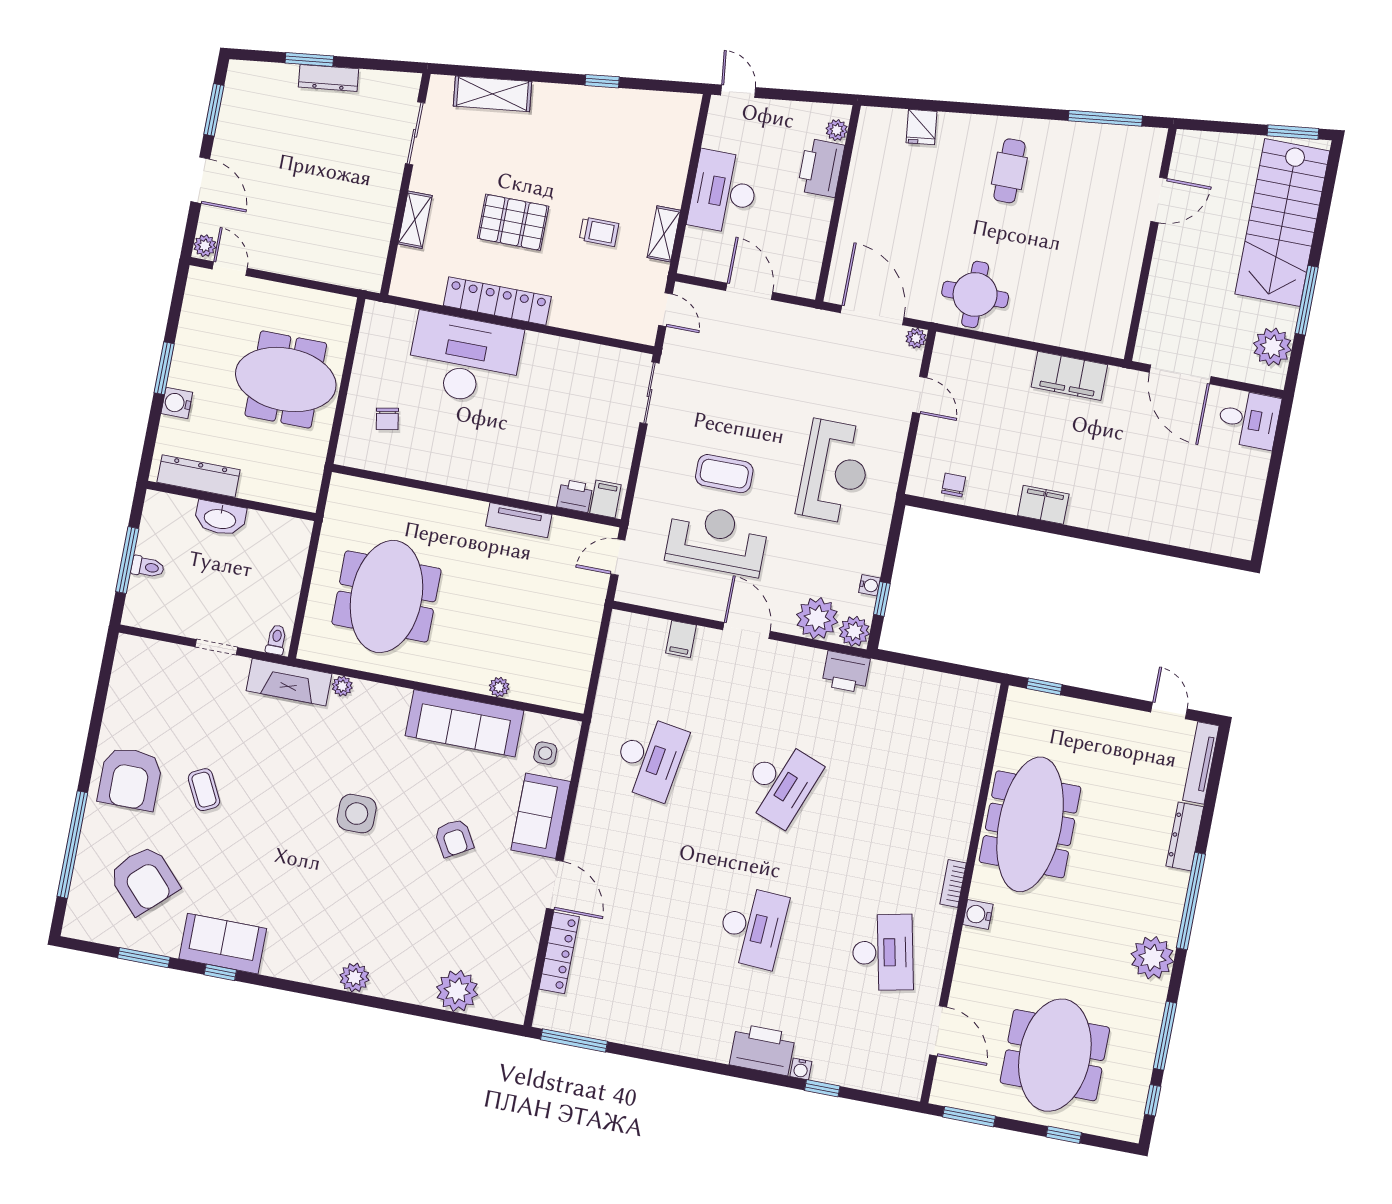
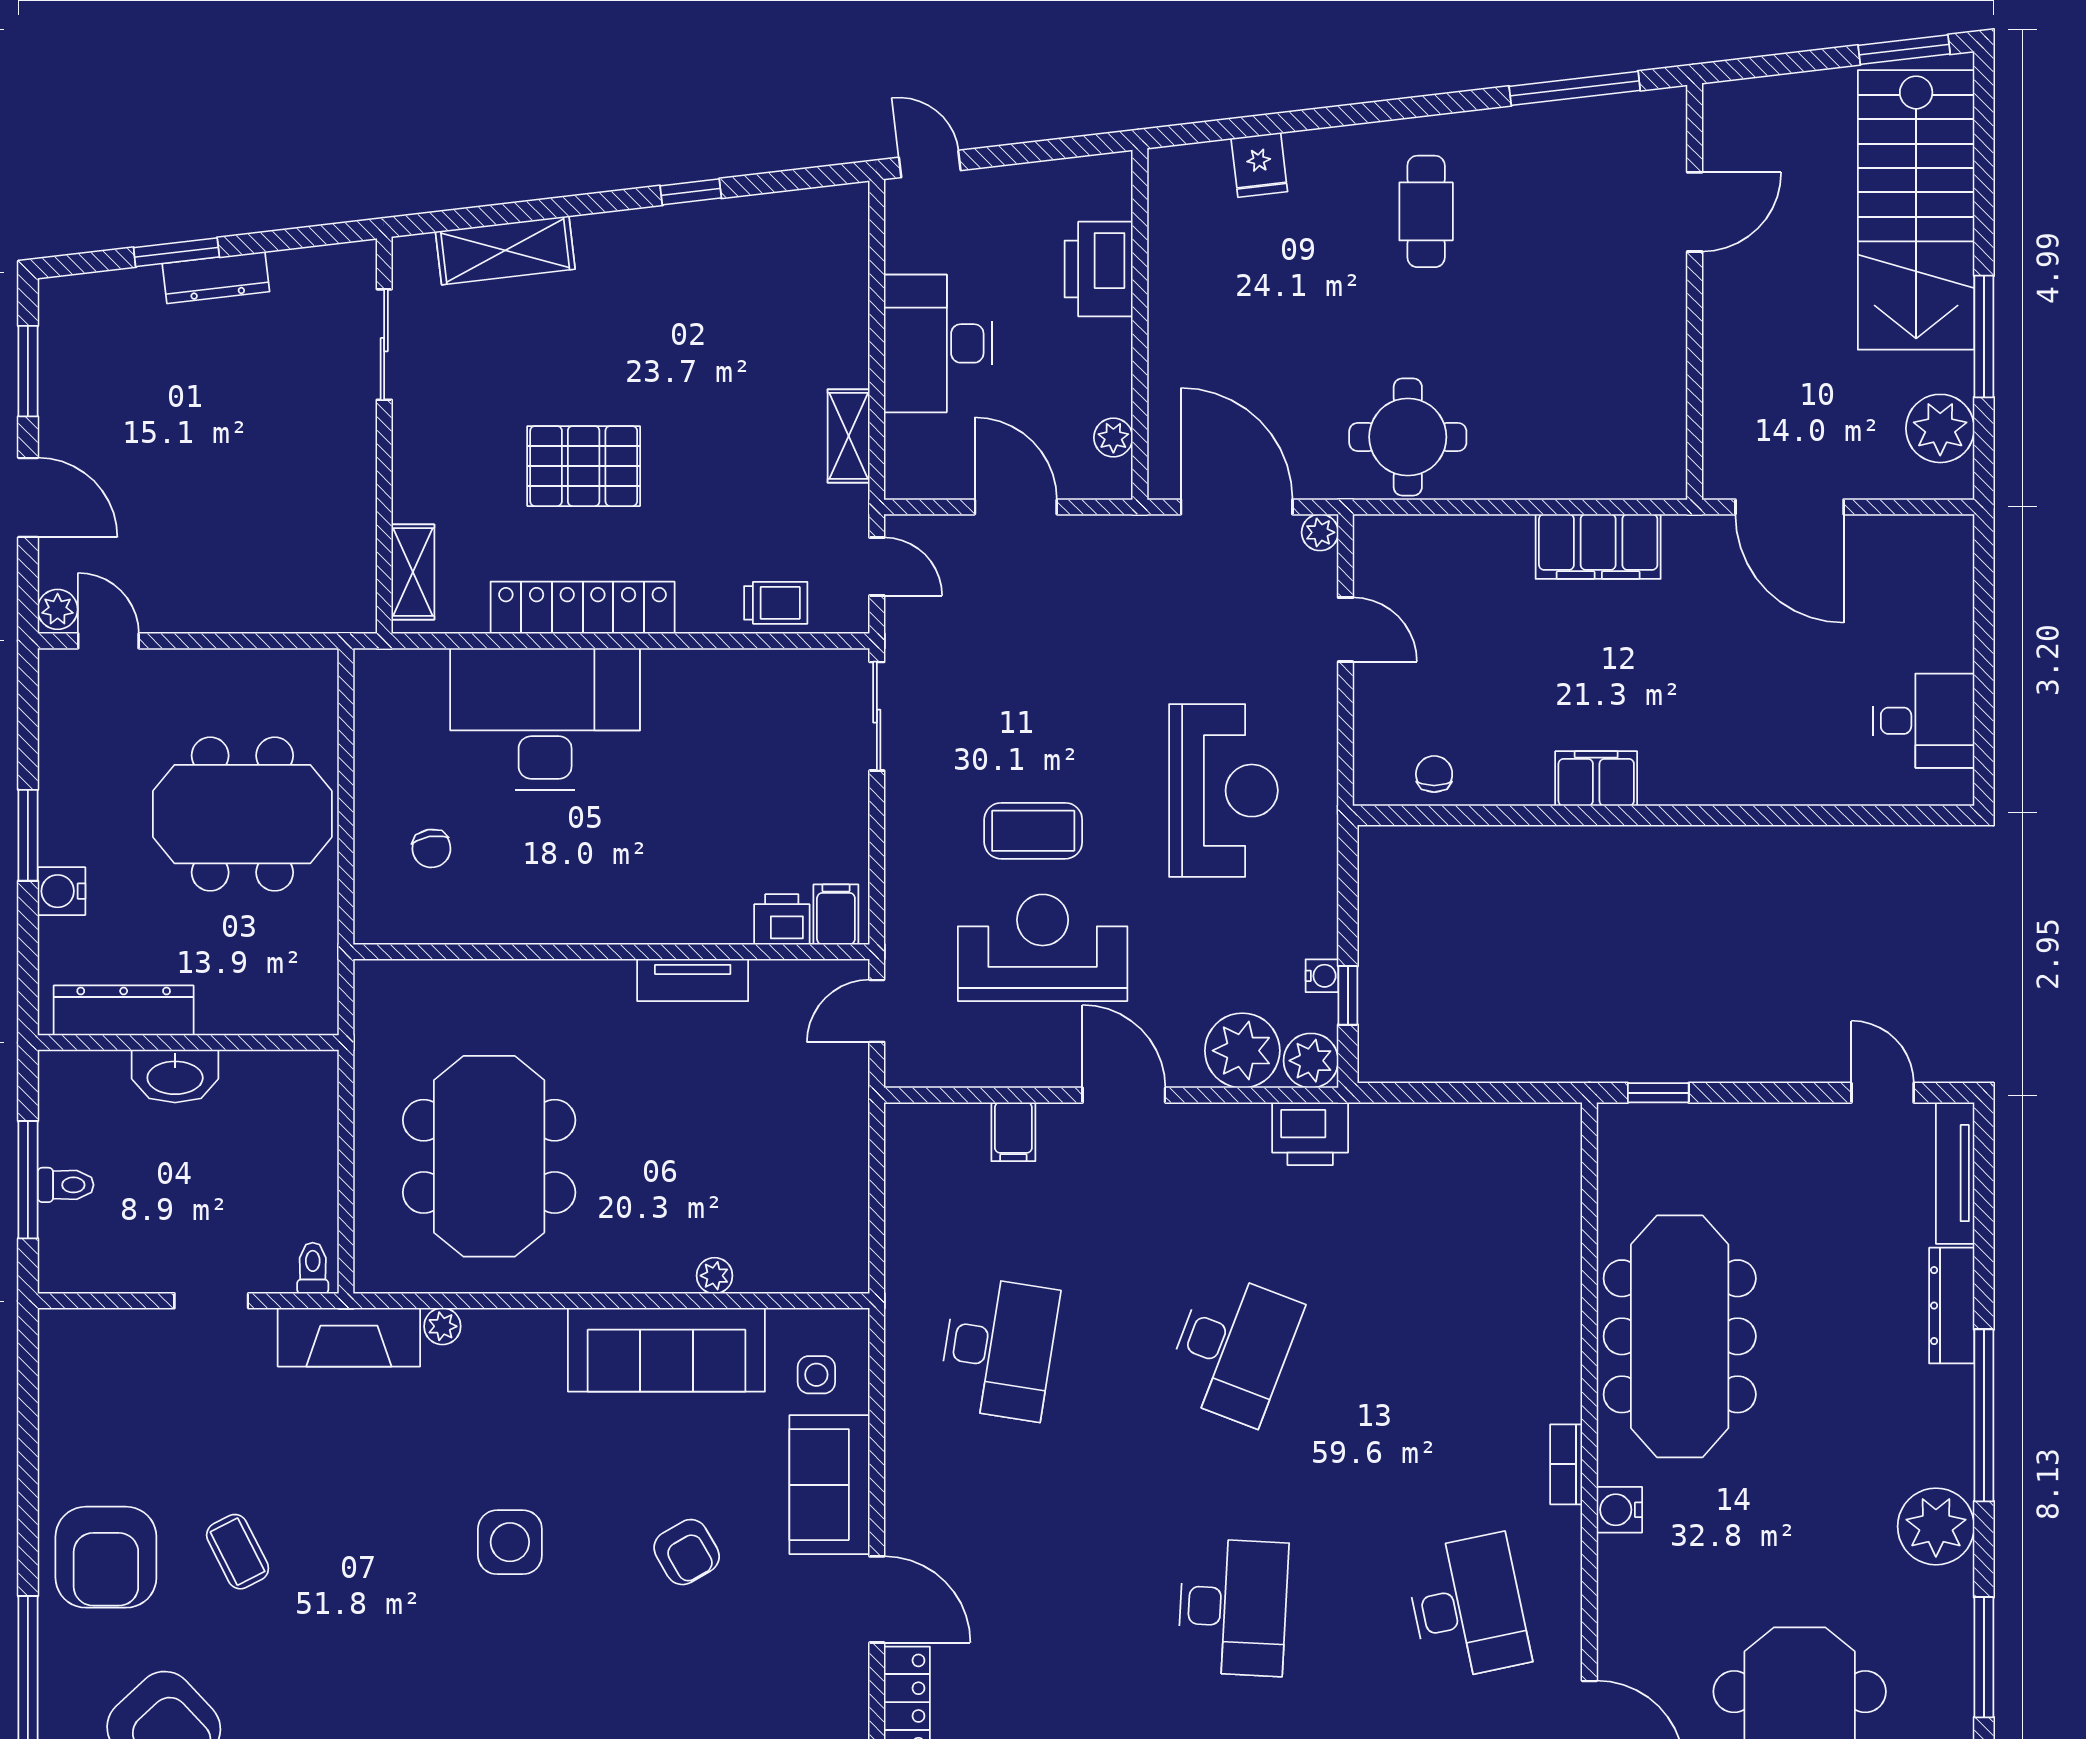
plant: (837, 130) -> (1113, 438), moved
shelving: (415, 220) -> (413, 572), moved
trolley: (599, 232) -> (776, 603), moved
desk: (1249, 419) -> (1923, 721), moved

